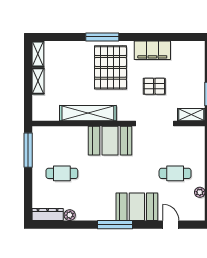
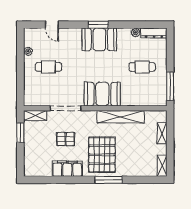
shelving: (38, 81) -> (162, 133), moved
booth: (137, 207) -> (99, 39), moved
window: (115, 225) -> (98, 25), width x0.69

